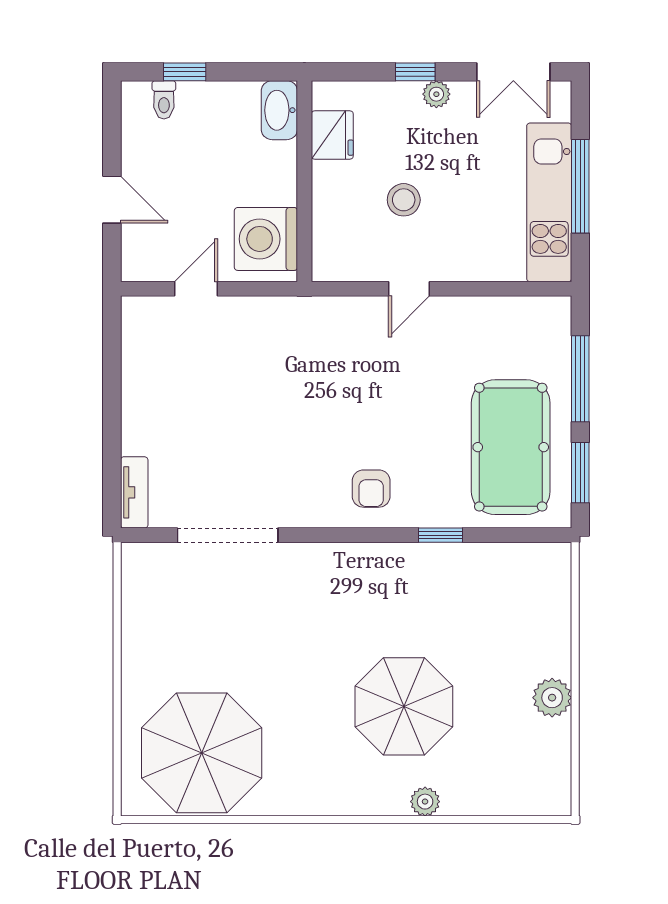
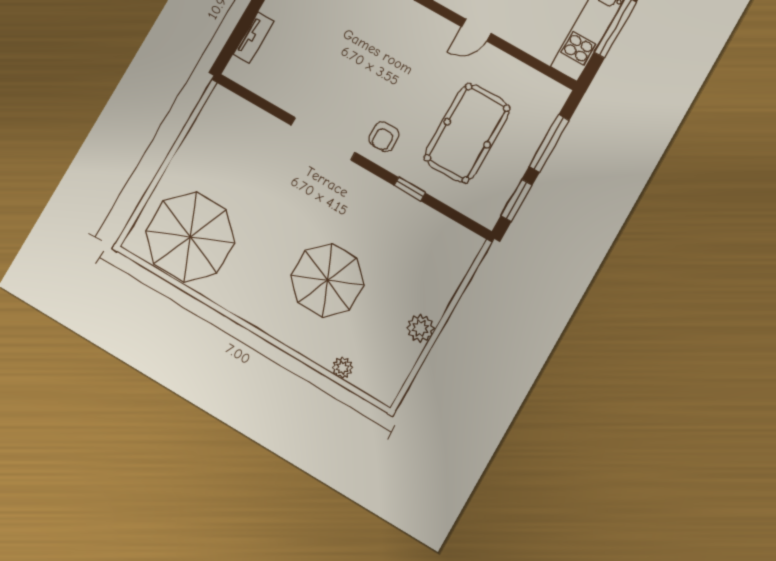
pool table: (511, 447) -> (467, 133), moved
tv unit: (134, 492) -> (253, 38), moved
doorway: (228, 535) -> (323, 139), moved
plant: (425, 802) -> (342, 368), moved

